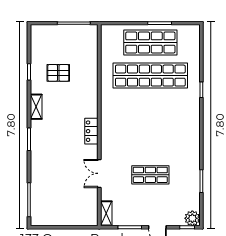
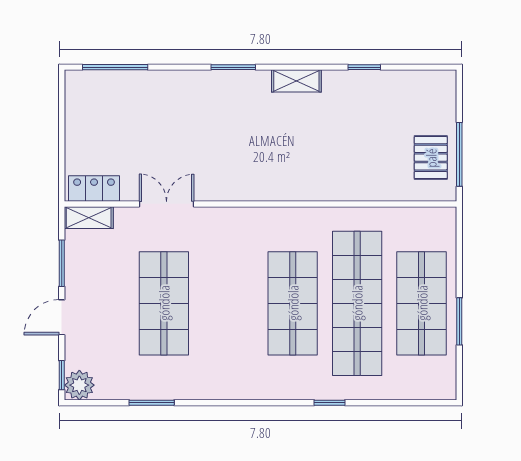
pallet: (58, 73) -> (431, 158), moved
shop shelf: (150, 109) -> (293, 303), added
locker: (91, 131) -> (94, 189), moved
shop shelf: (150, 175) -> (164, 303), width x1.43, depth x1.36

